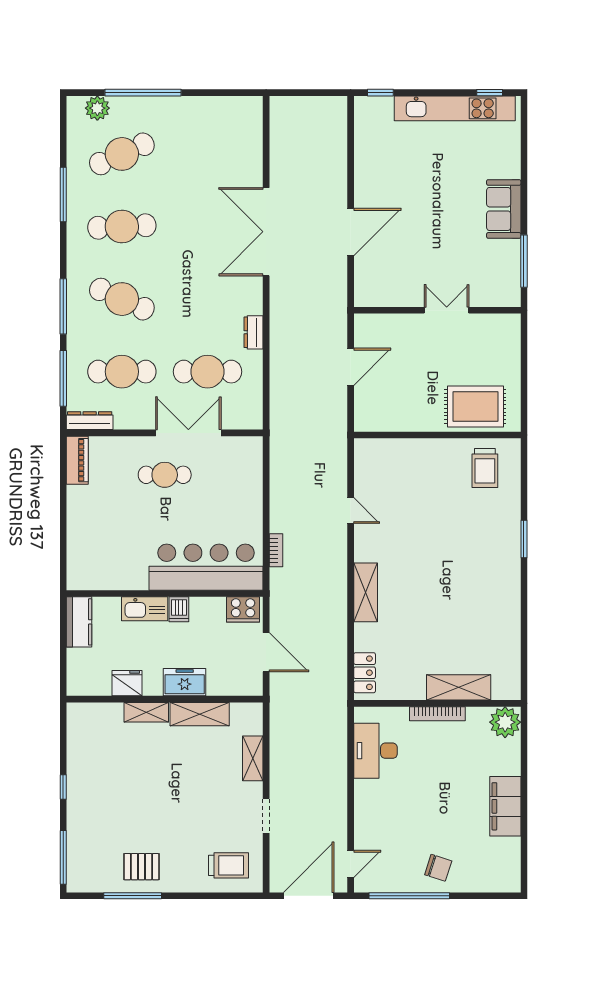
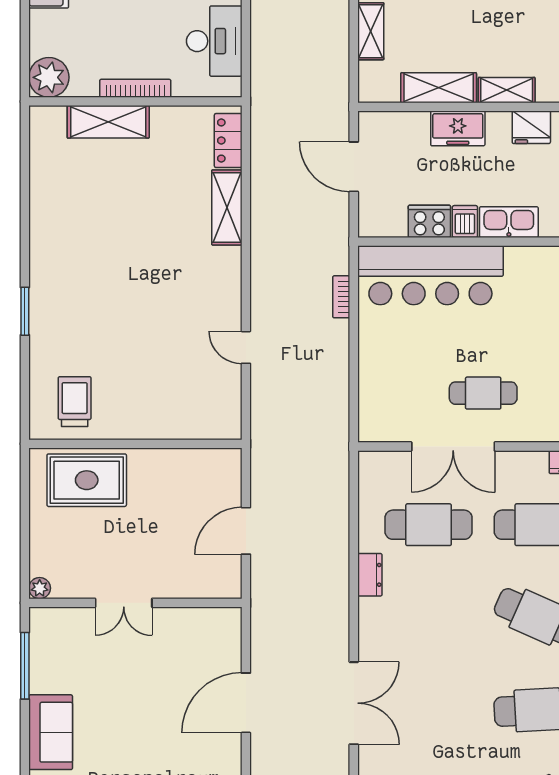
double door: (266, 232) -> (354, 703), width x0.73
plant: (512, 322) -> (40, 588), added
shelving: (366, 592) -> (227, 207), moved
cooker: (243, 609) -> (429, 221), moved

